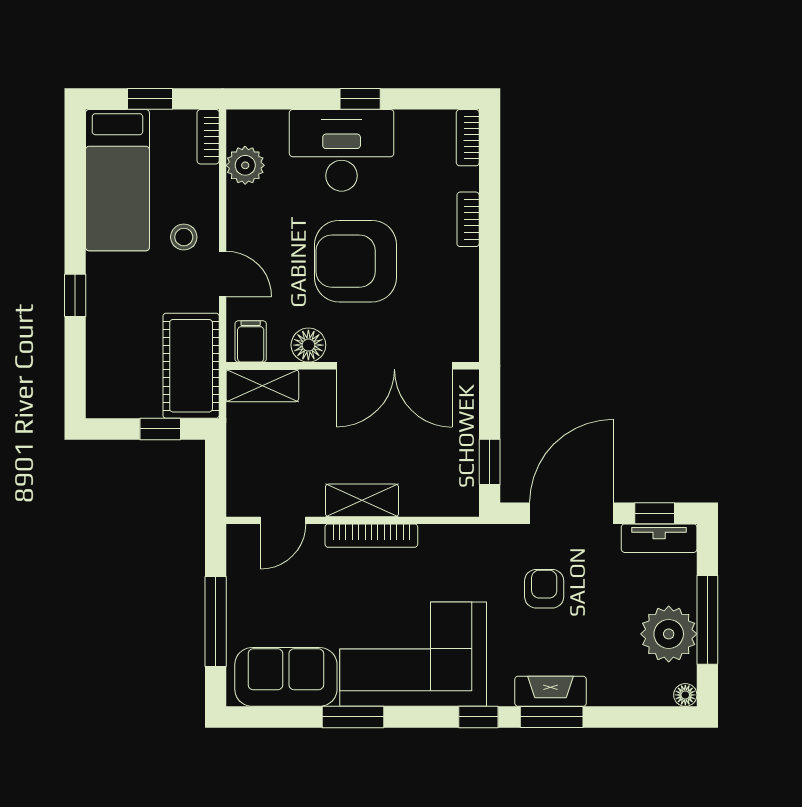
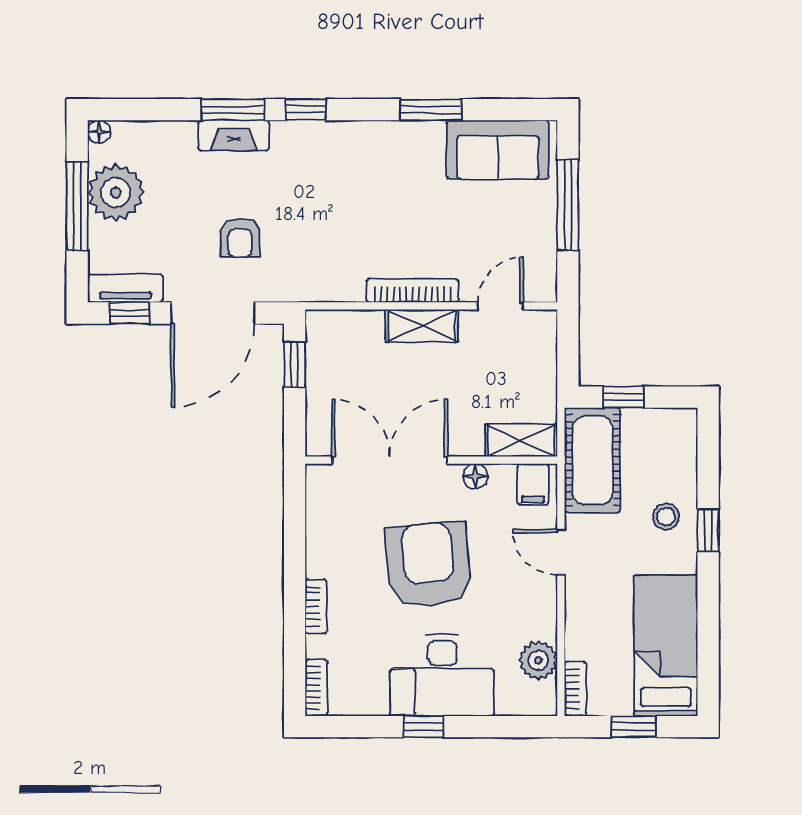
stool: (184, 237) -> (666, 517), moved
armchair: (355, 261) -> (428, 565), turned -95
floor lamp: (308, 345) -> (475, 476), width x0.73, depth x0.73
corner sofa: (413, 654) -> (371, 172), removed

